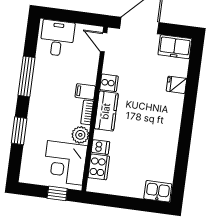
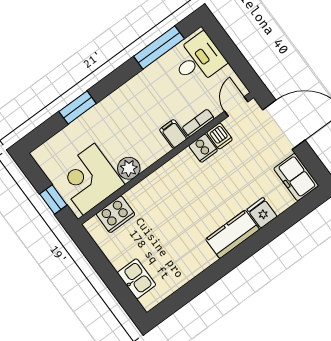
window: (26, 76) -> (159, 48), moved
kitchen counter: (106, 111) -> (232, 234), moved, turned 180
bookcase: (87, 112) -> (198, 123), moved
dishwasher: (100, 147) -> (220, 136), moved
kitchen sink: (158, 191) -> (137, 279), moved

